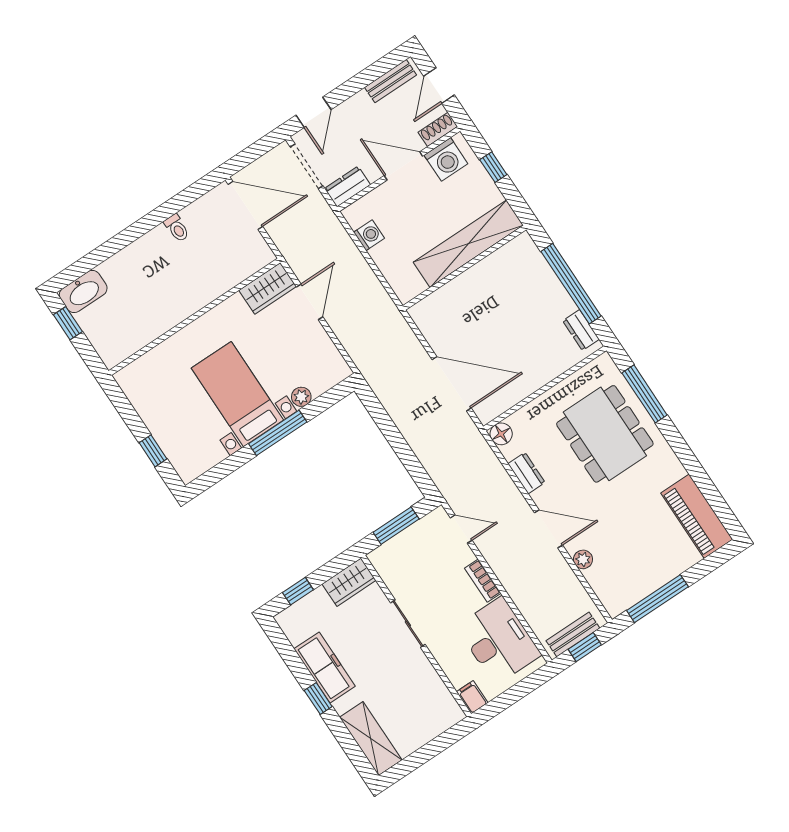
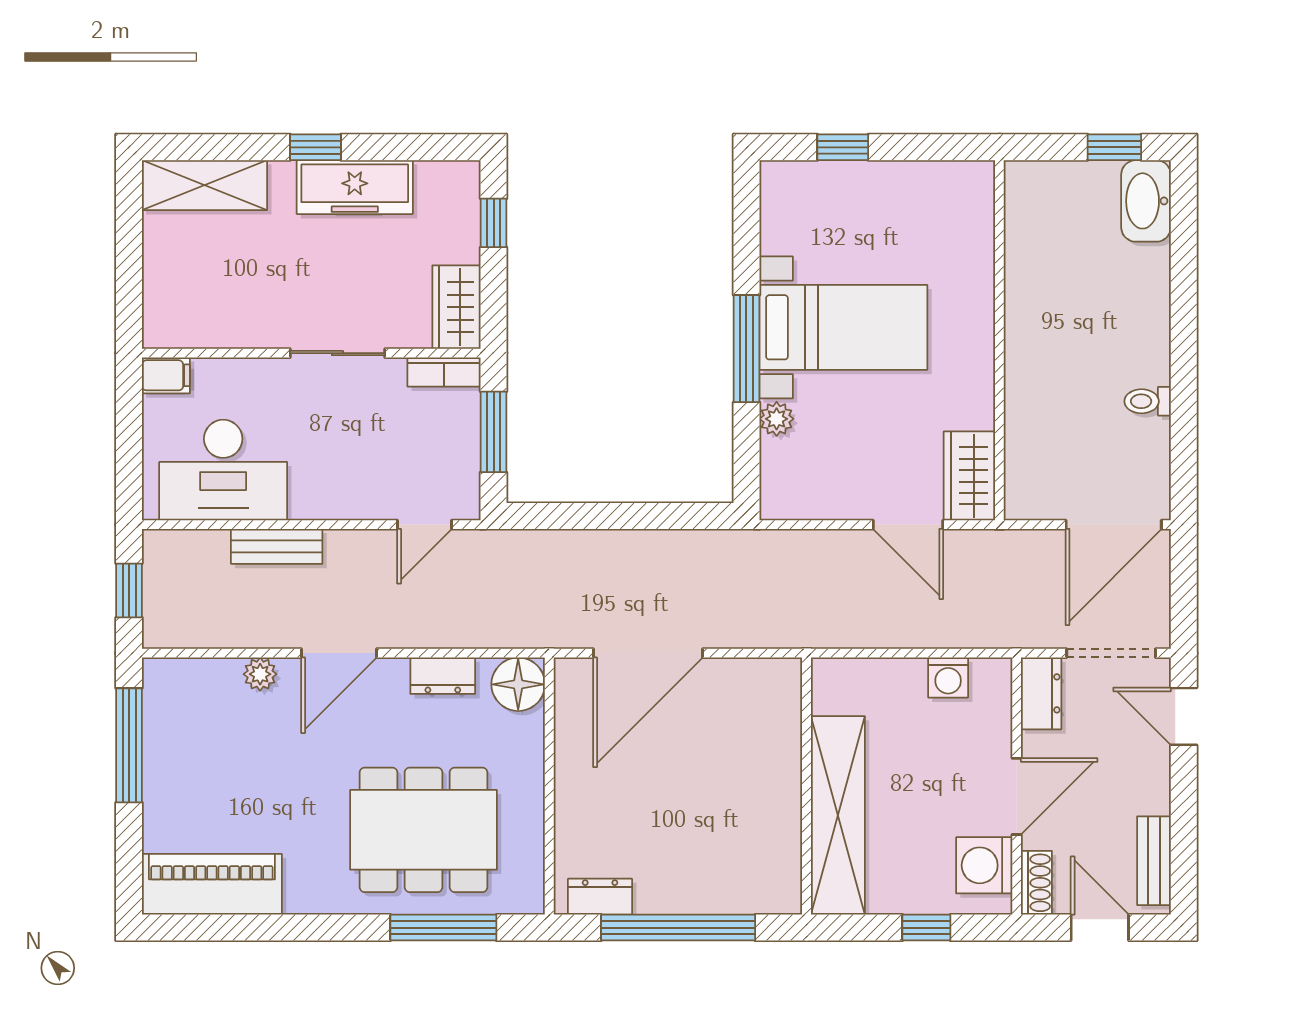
floor lamp: (501, 434) -> (518, 684), width x1.38, depth x1.38
bookcase: (483, 581) -> (444, 372), moved, turned 180
bench: (573, 634) -> (277, 546), moved, turned 90

